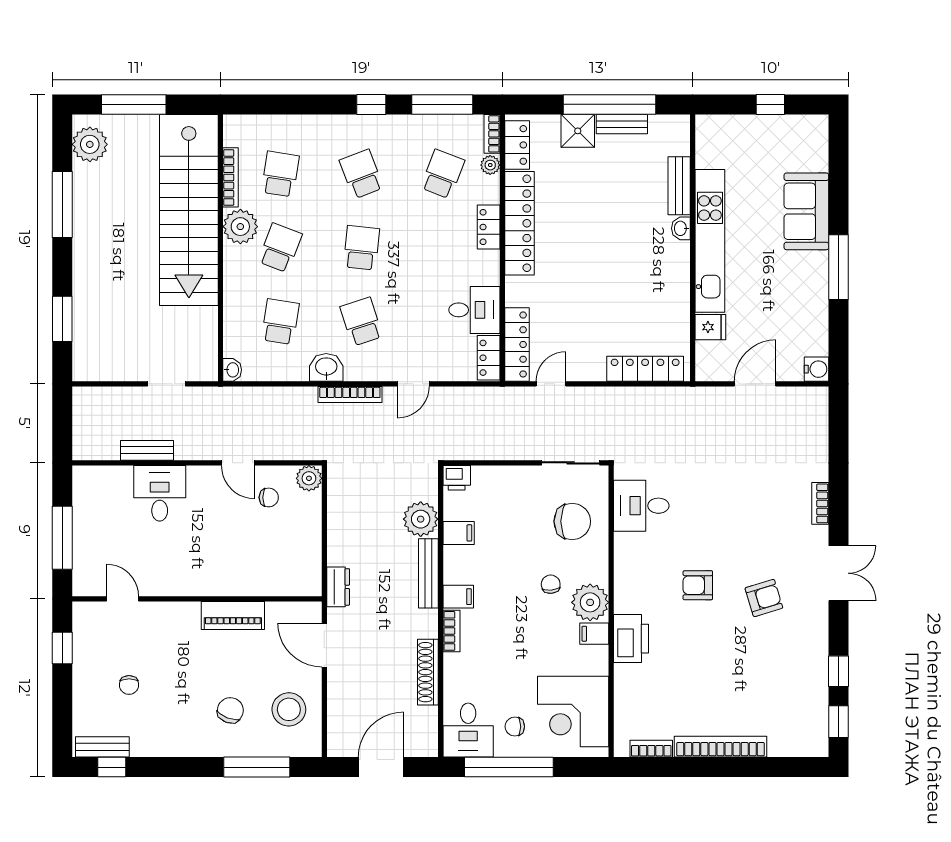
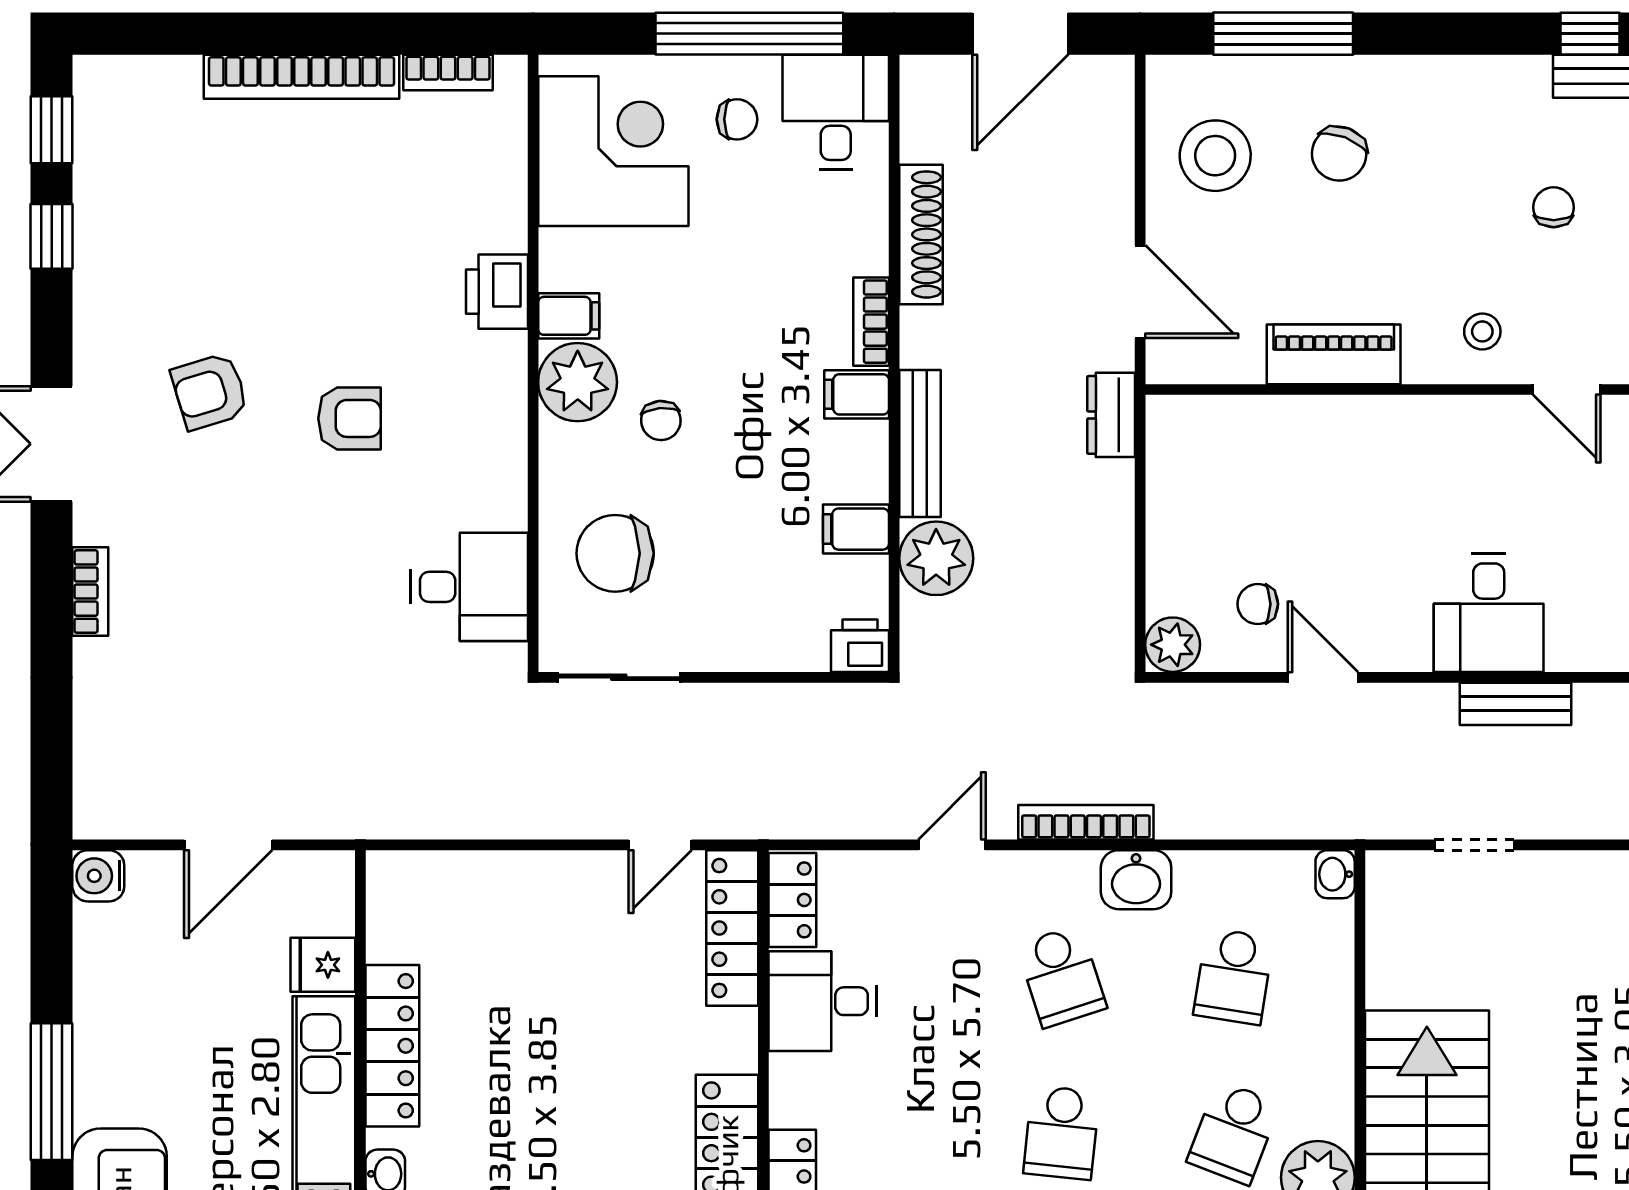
locker: (645, 369) -> (392, 1046), moved, turned -90
stool: (163, 626) -> (1482, 331), added
printer: (631, 639) -> (497, 292), width x0.73, depth x0.84

